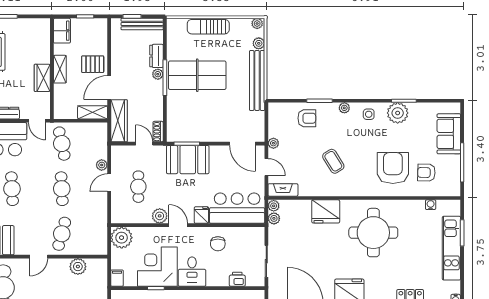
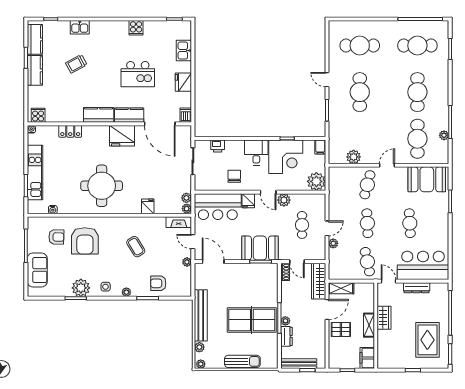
fridge: (326, 211) -> (148, 206), width x0.53, depth x0.75

